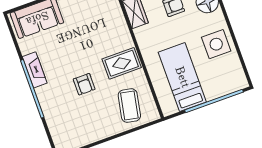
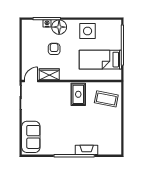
fireplace: (35, 70) -> (87, 150), moved
armchair: (84, 84) -> (83, 122), removed

